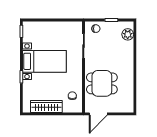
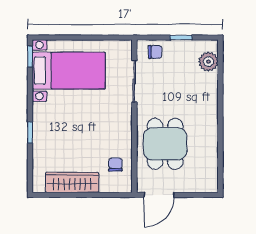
bed with nightstands: (44, 61) -> (69, 71), moved
dining table: (102, 83) -> (165, 144), turned 90

